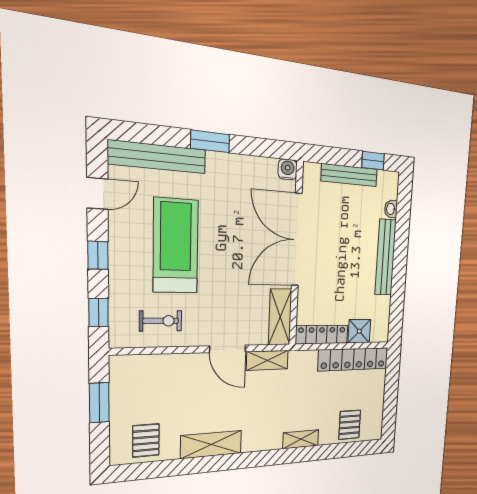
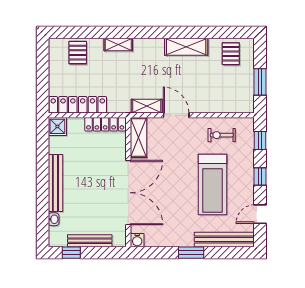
shower: (359, 331) -> (57, 126), moved

